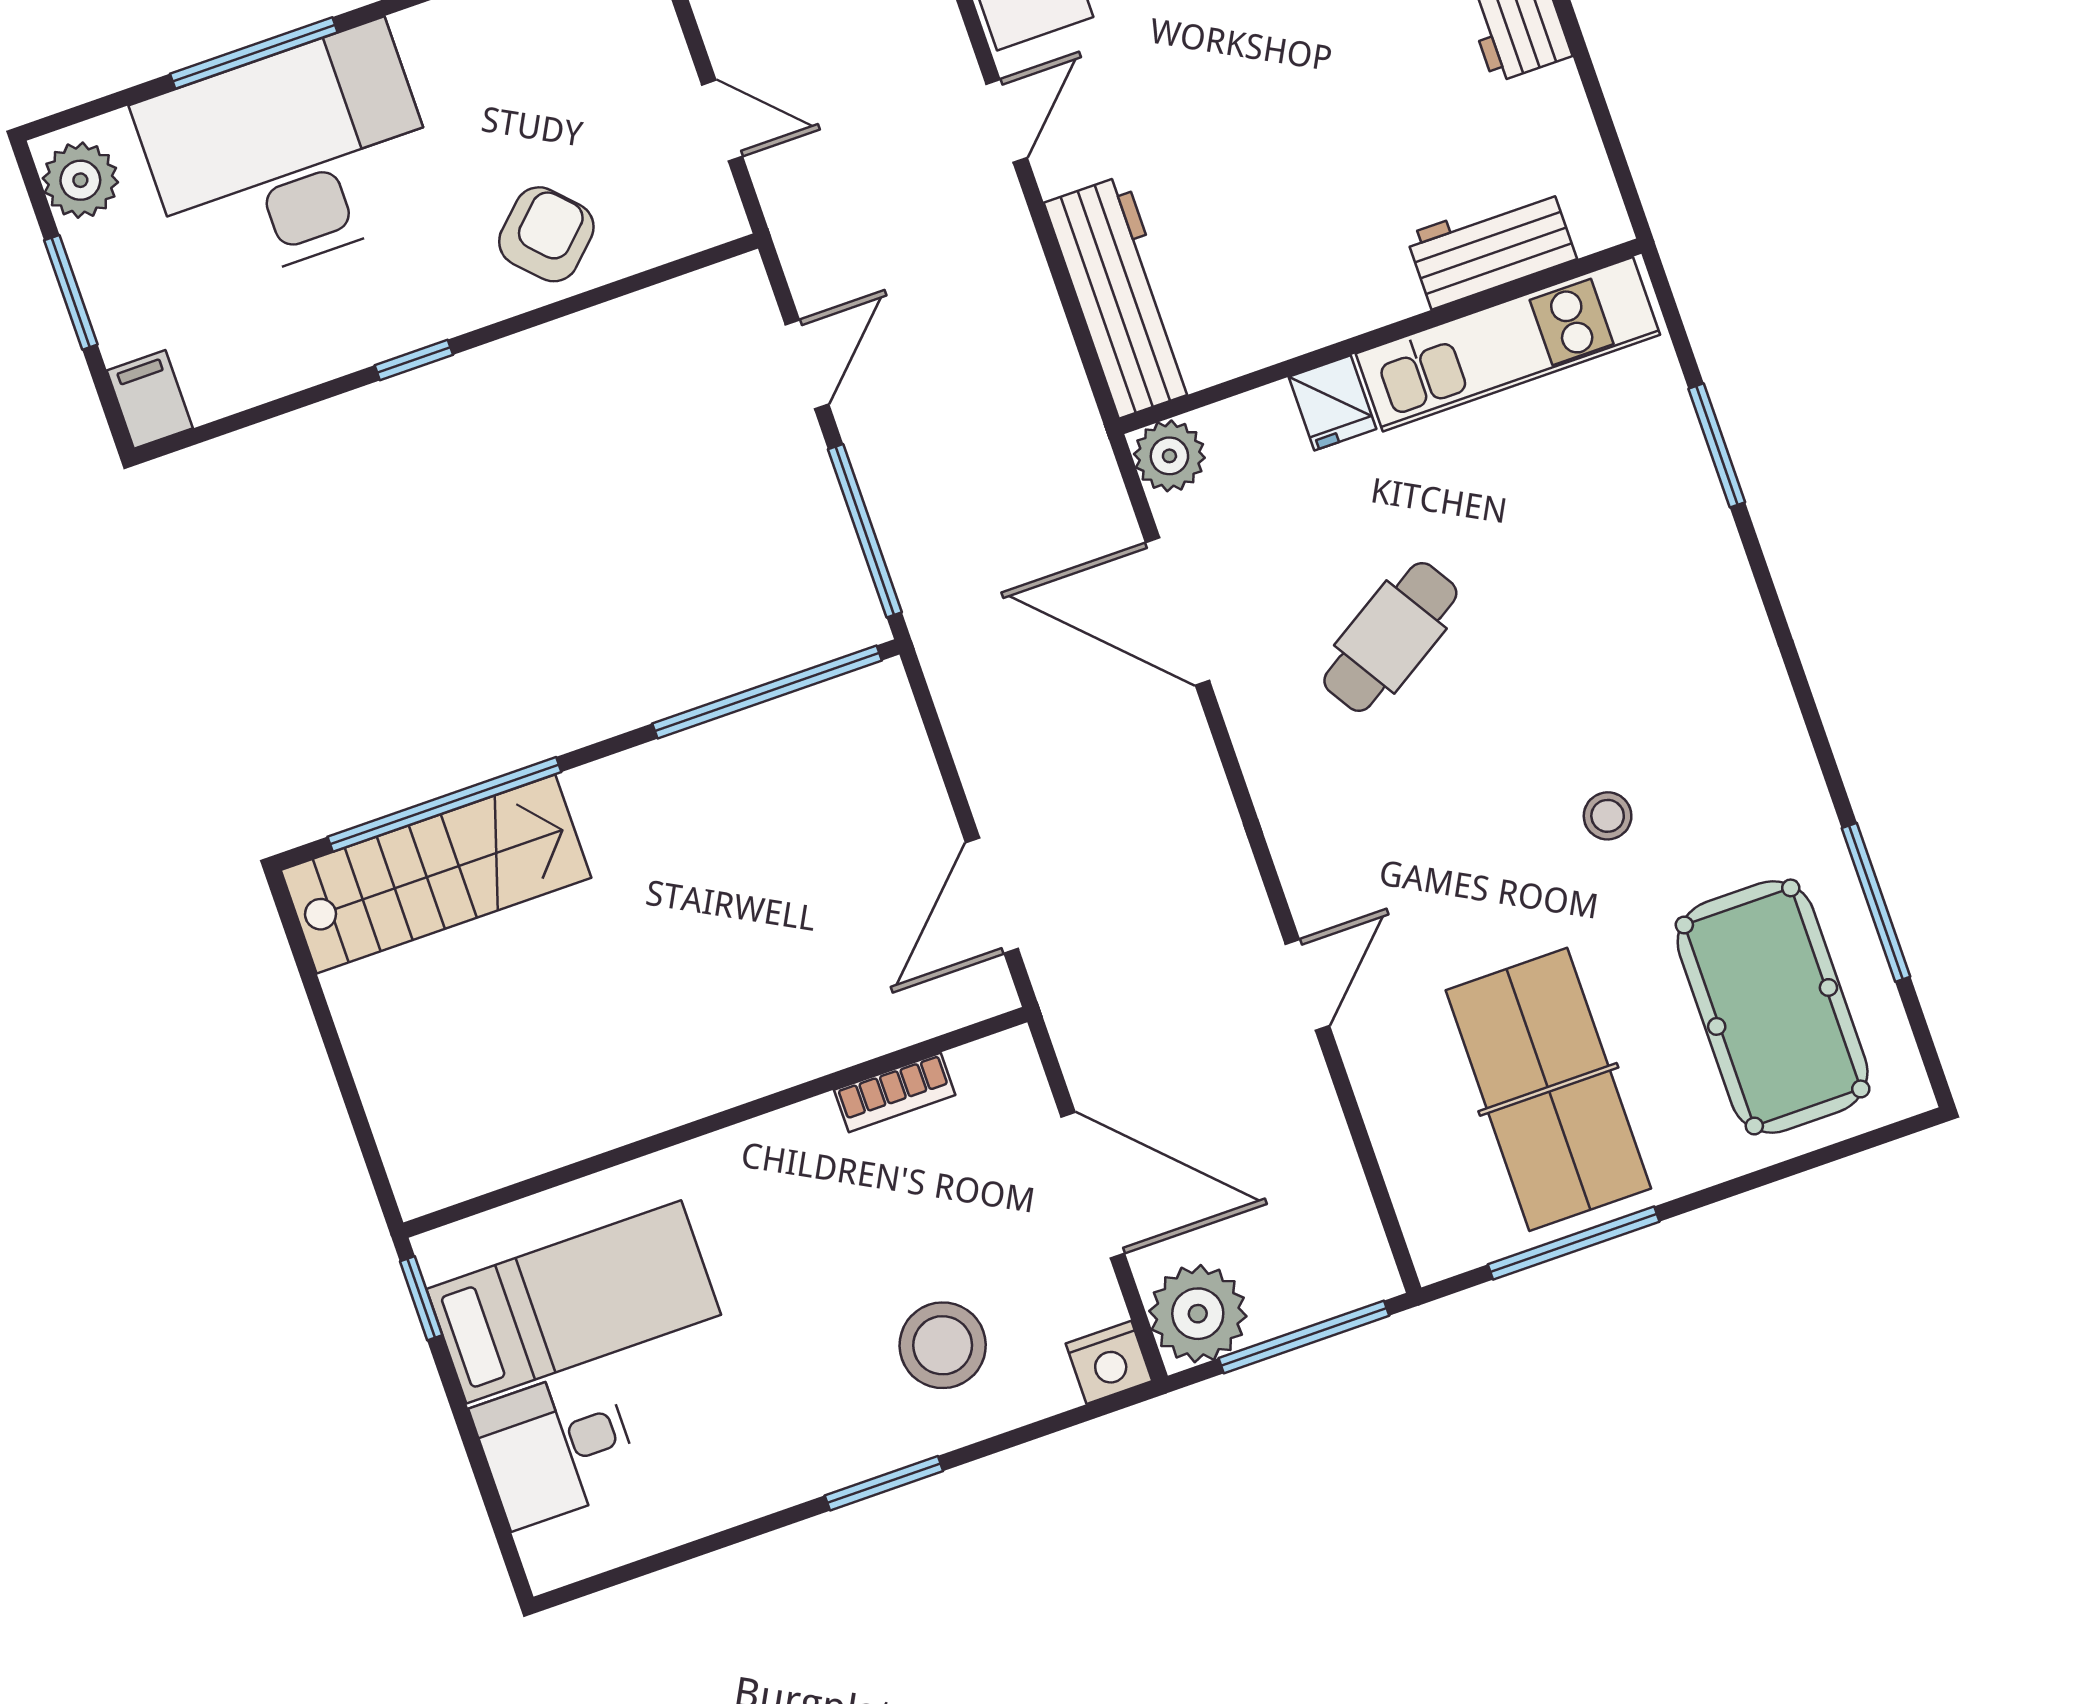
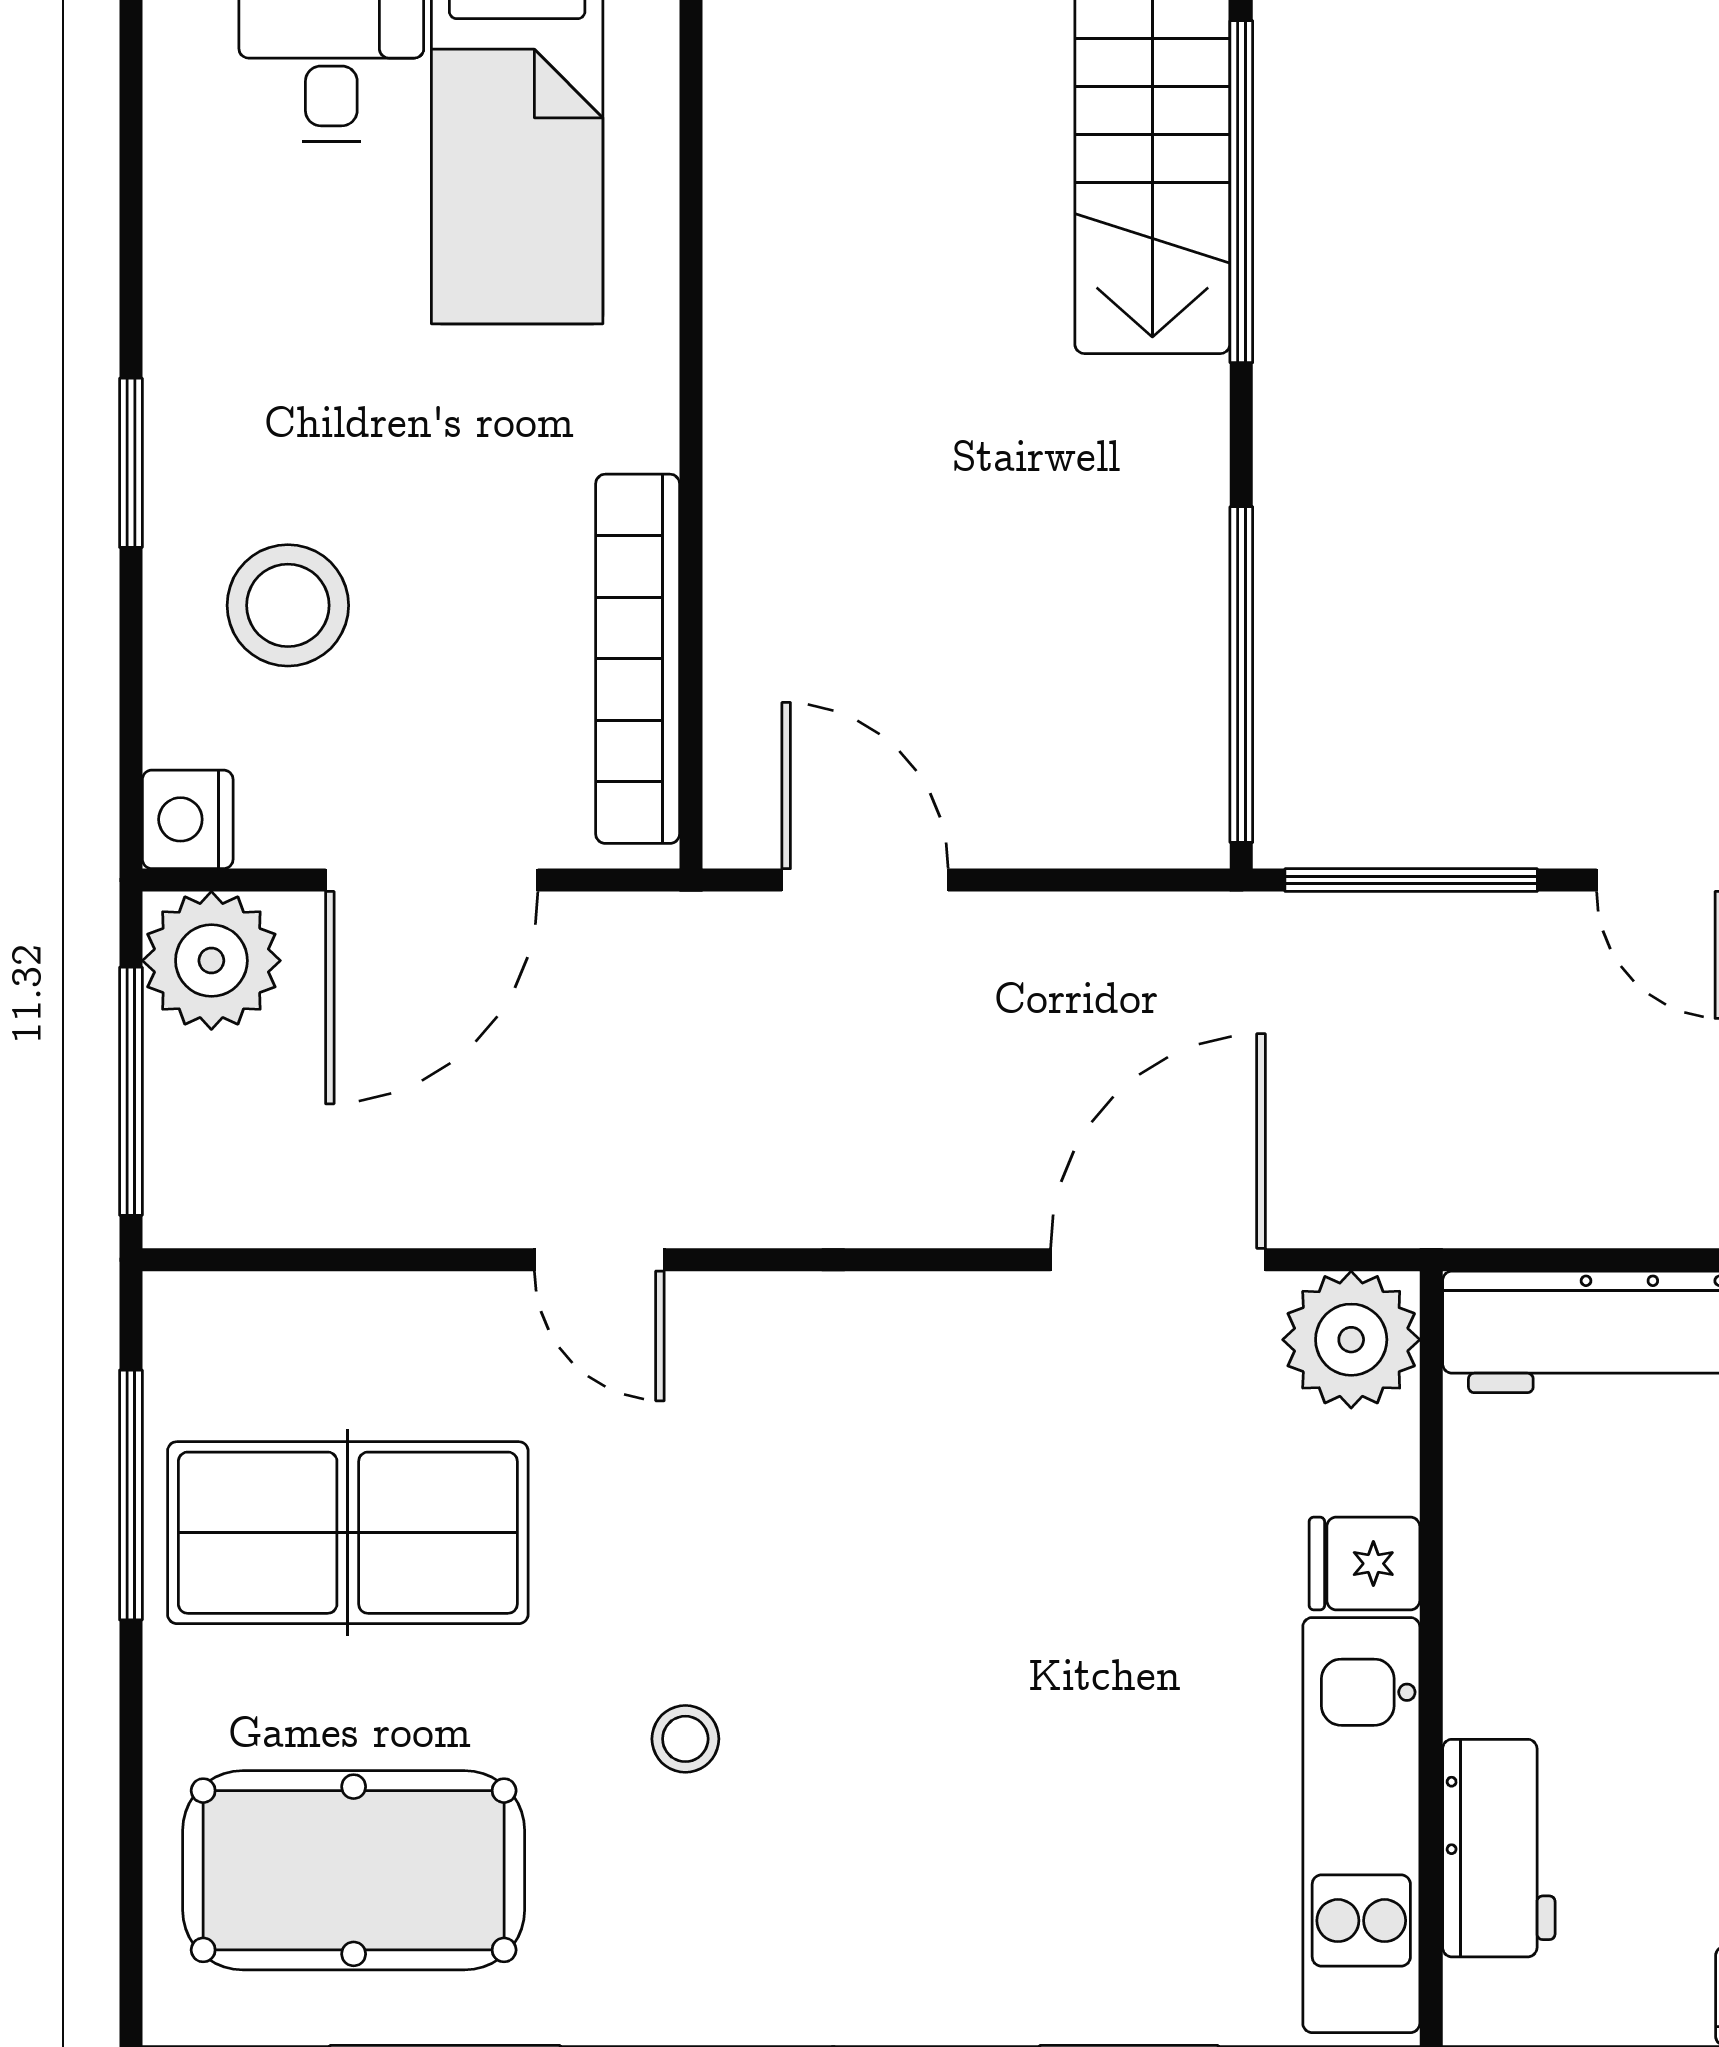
plant: (1169, 456) -> (1351, 1340), width x1.36, depth x1.36
cafe table: (1390, 637) -> (1025, 1532), removed
bookcase: (895, 1092) -> (638, 659), width x2.31, depth x1.31

